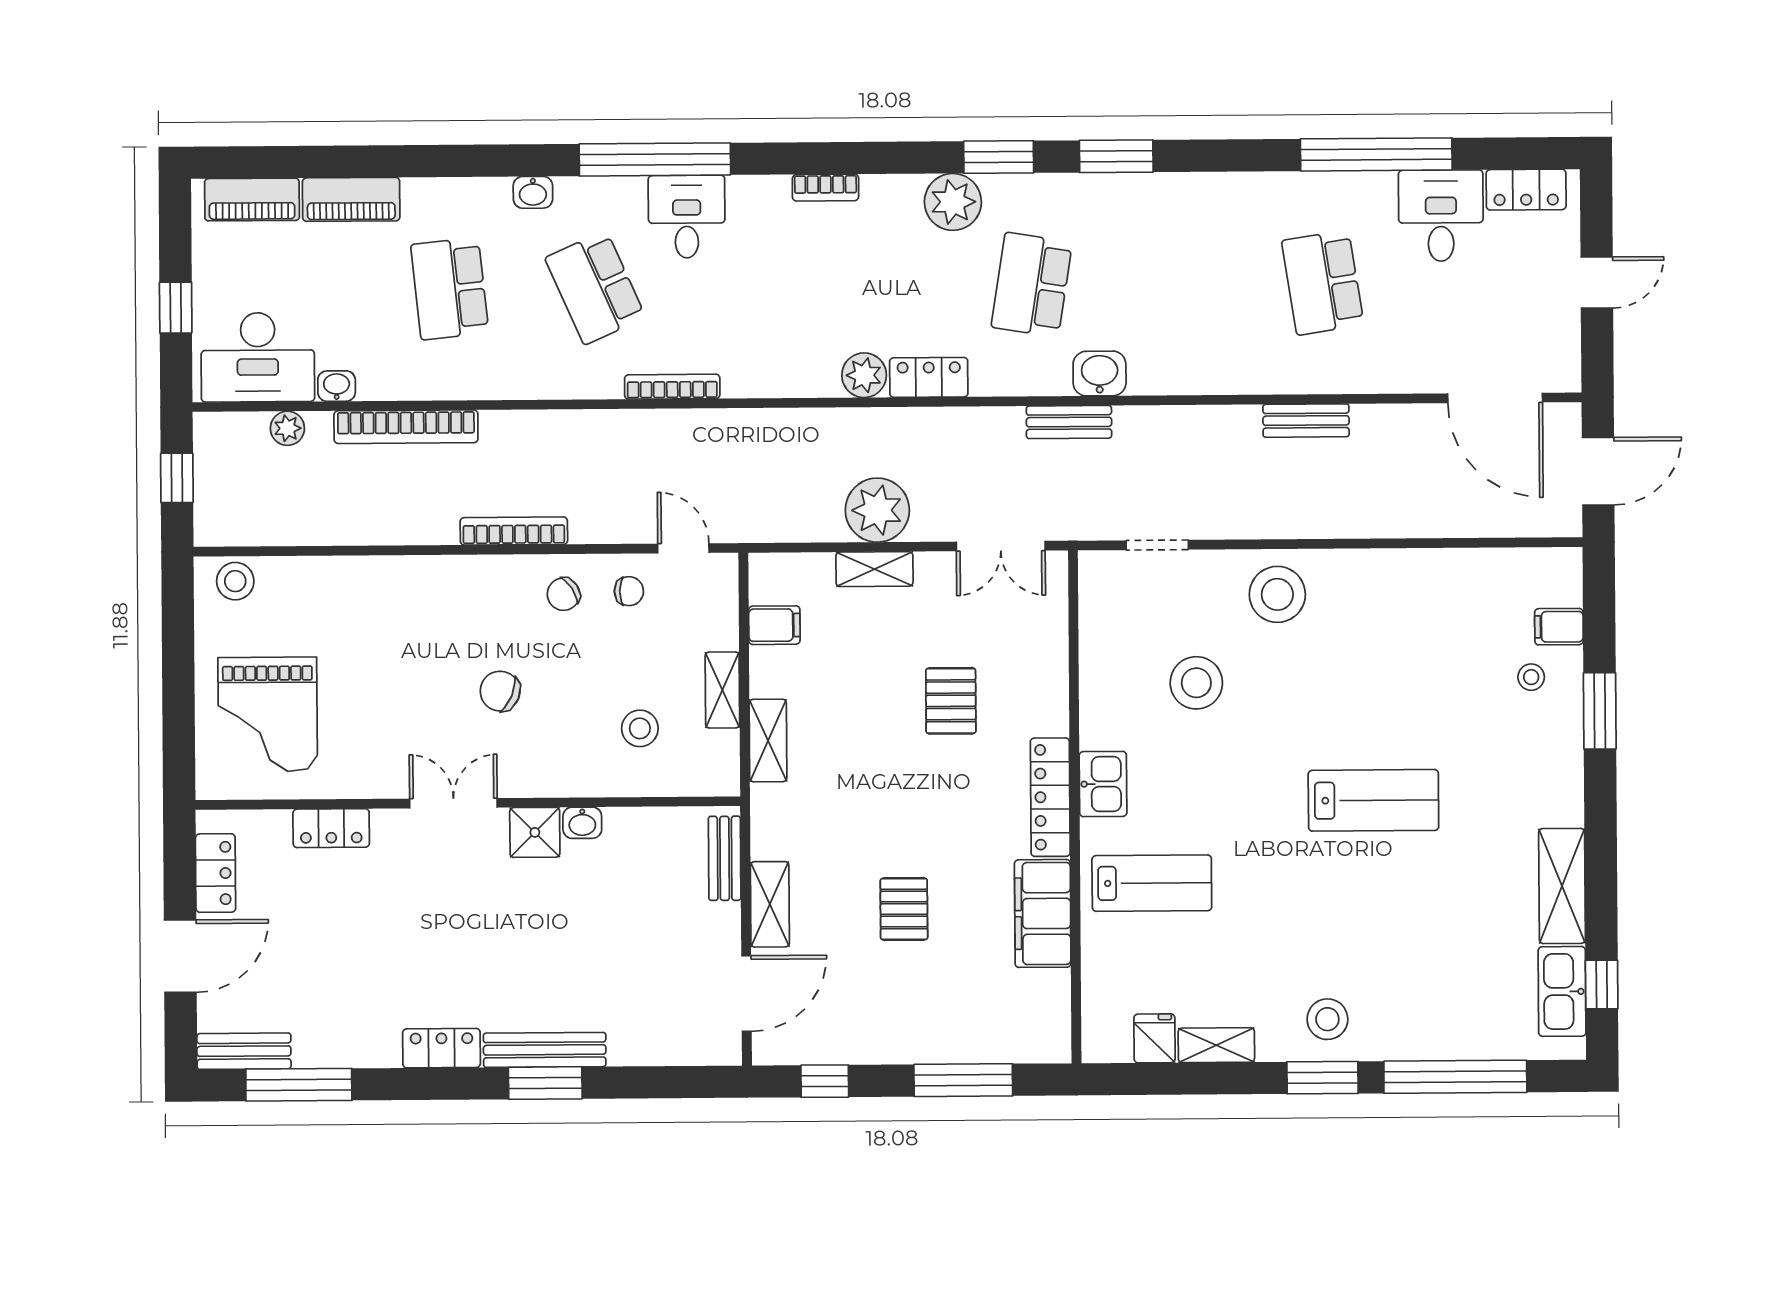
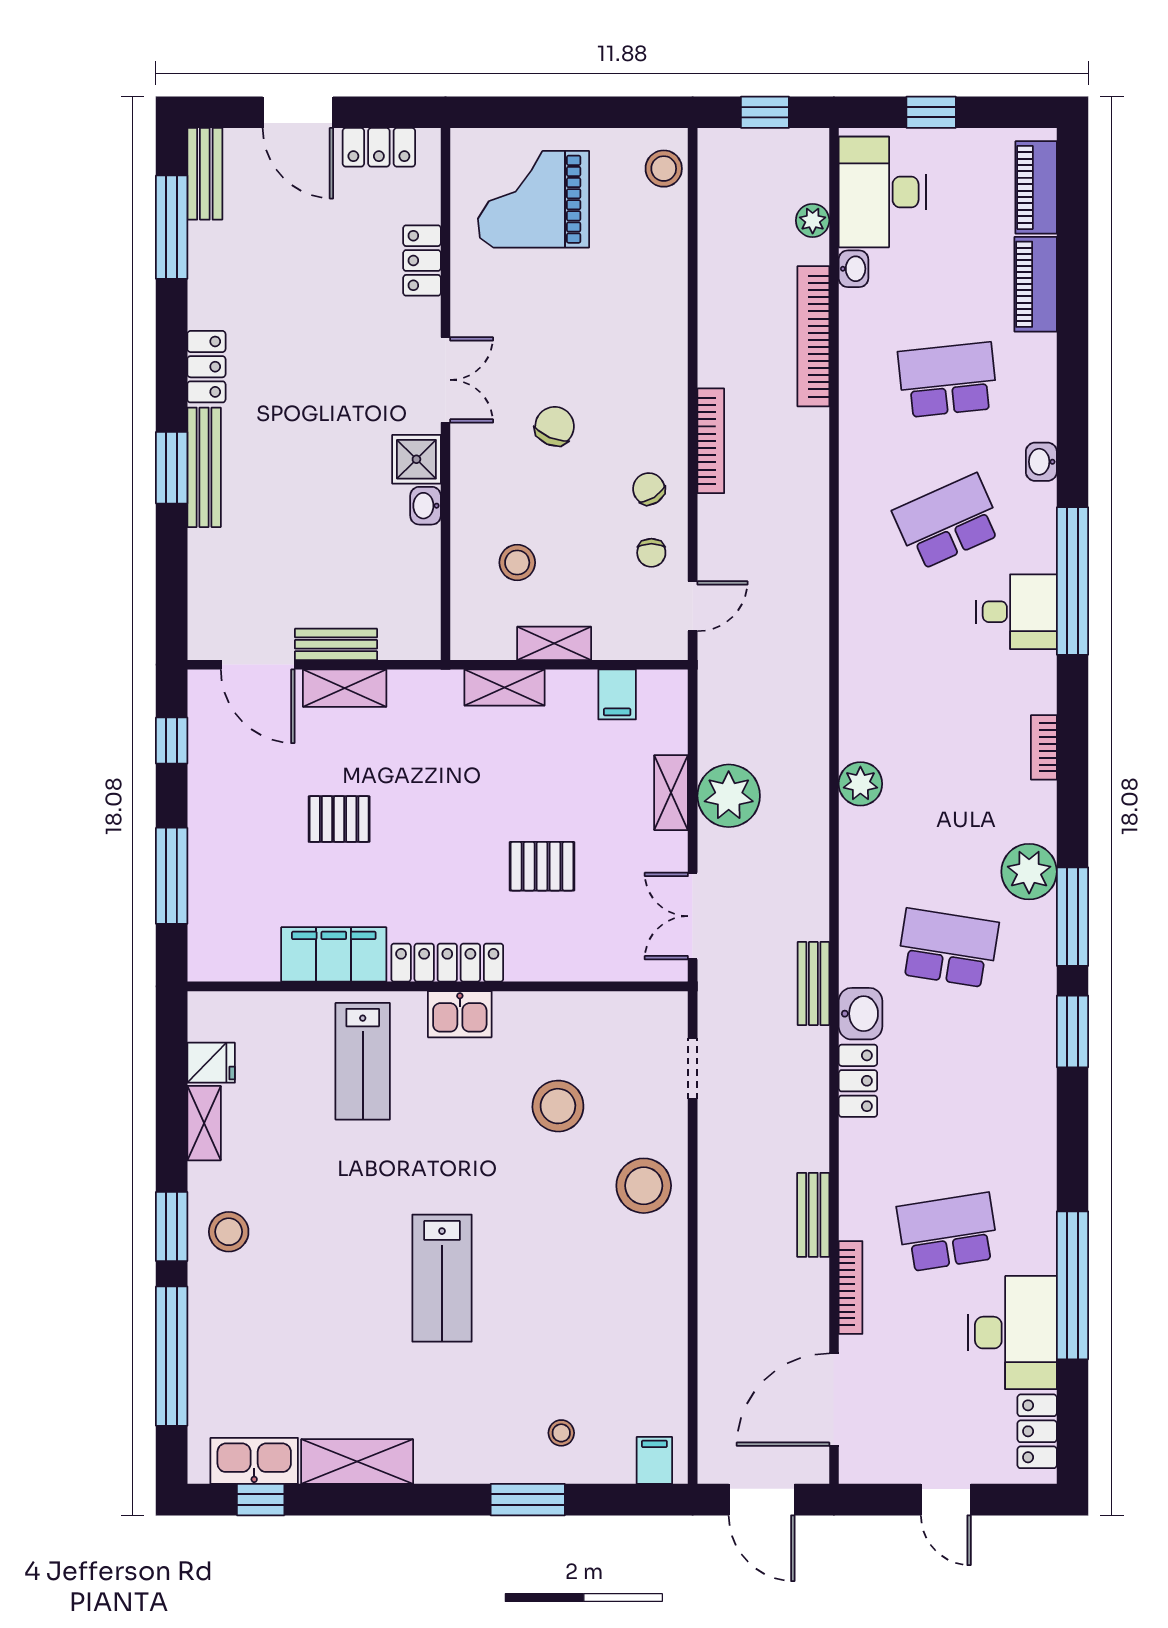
window: (999, 157) -> (1073, 917), width x1.44
desk: (1441, 216) -> (1012, 1333), width x1.37
locker: (929, 377) -> (858, 1081), moved
bookcase: (672, 387) -> (851, 1288), moved
filing cabinet: (1559, 627) -> (654, 1460), moved
bench: (725, 858) -> (336, 644), moved

